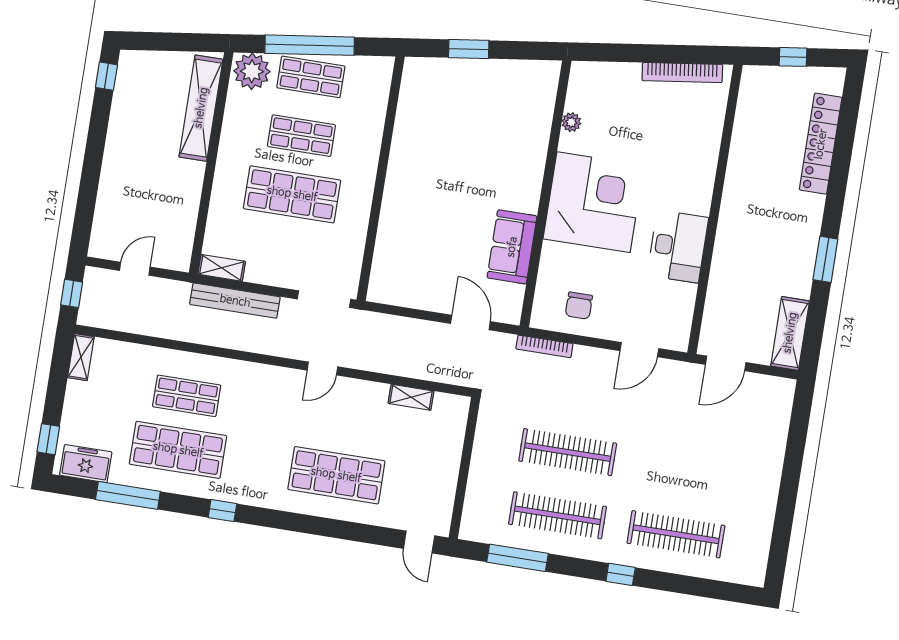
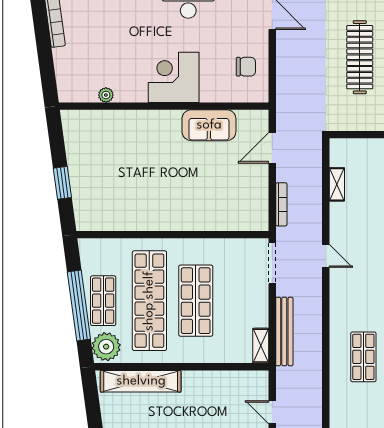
shop shelf: (301, 136) -> (149, 301), width x2.00, depth x1.36
corner desk: (593, 202) -> (174, 77), width x0.74, depth x0.74
bookcase: (544, 346) -> (281, 204), moved

